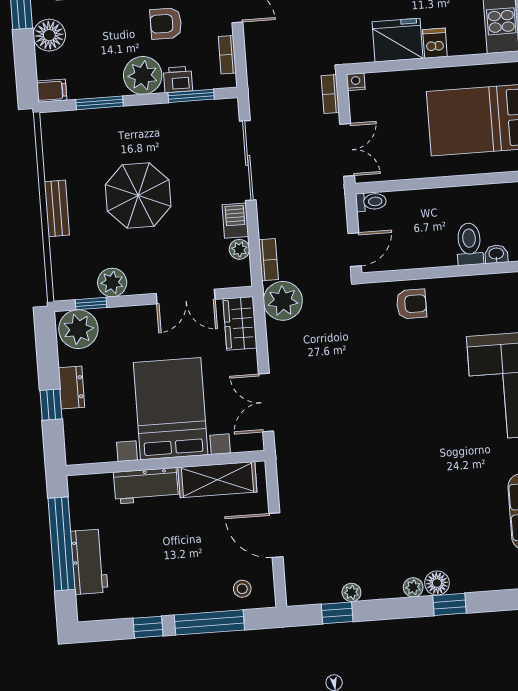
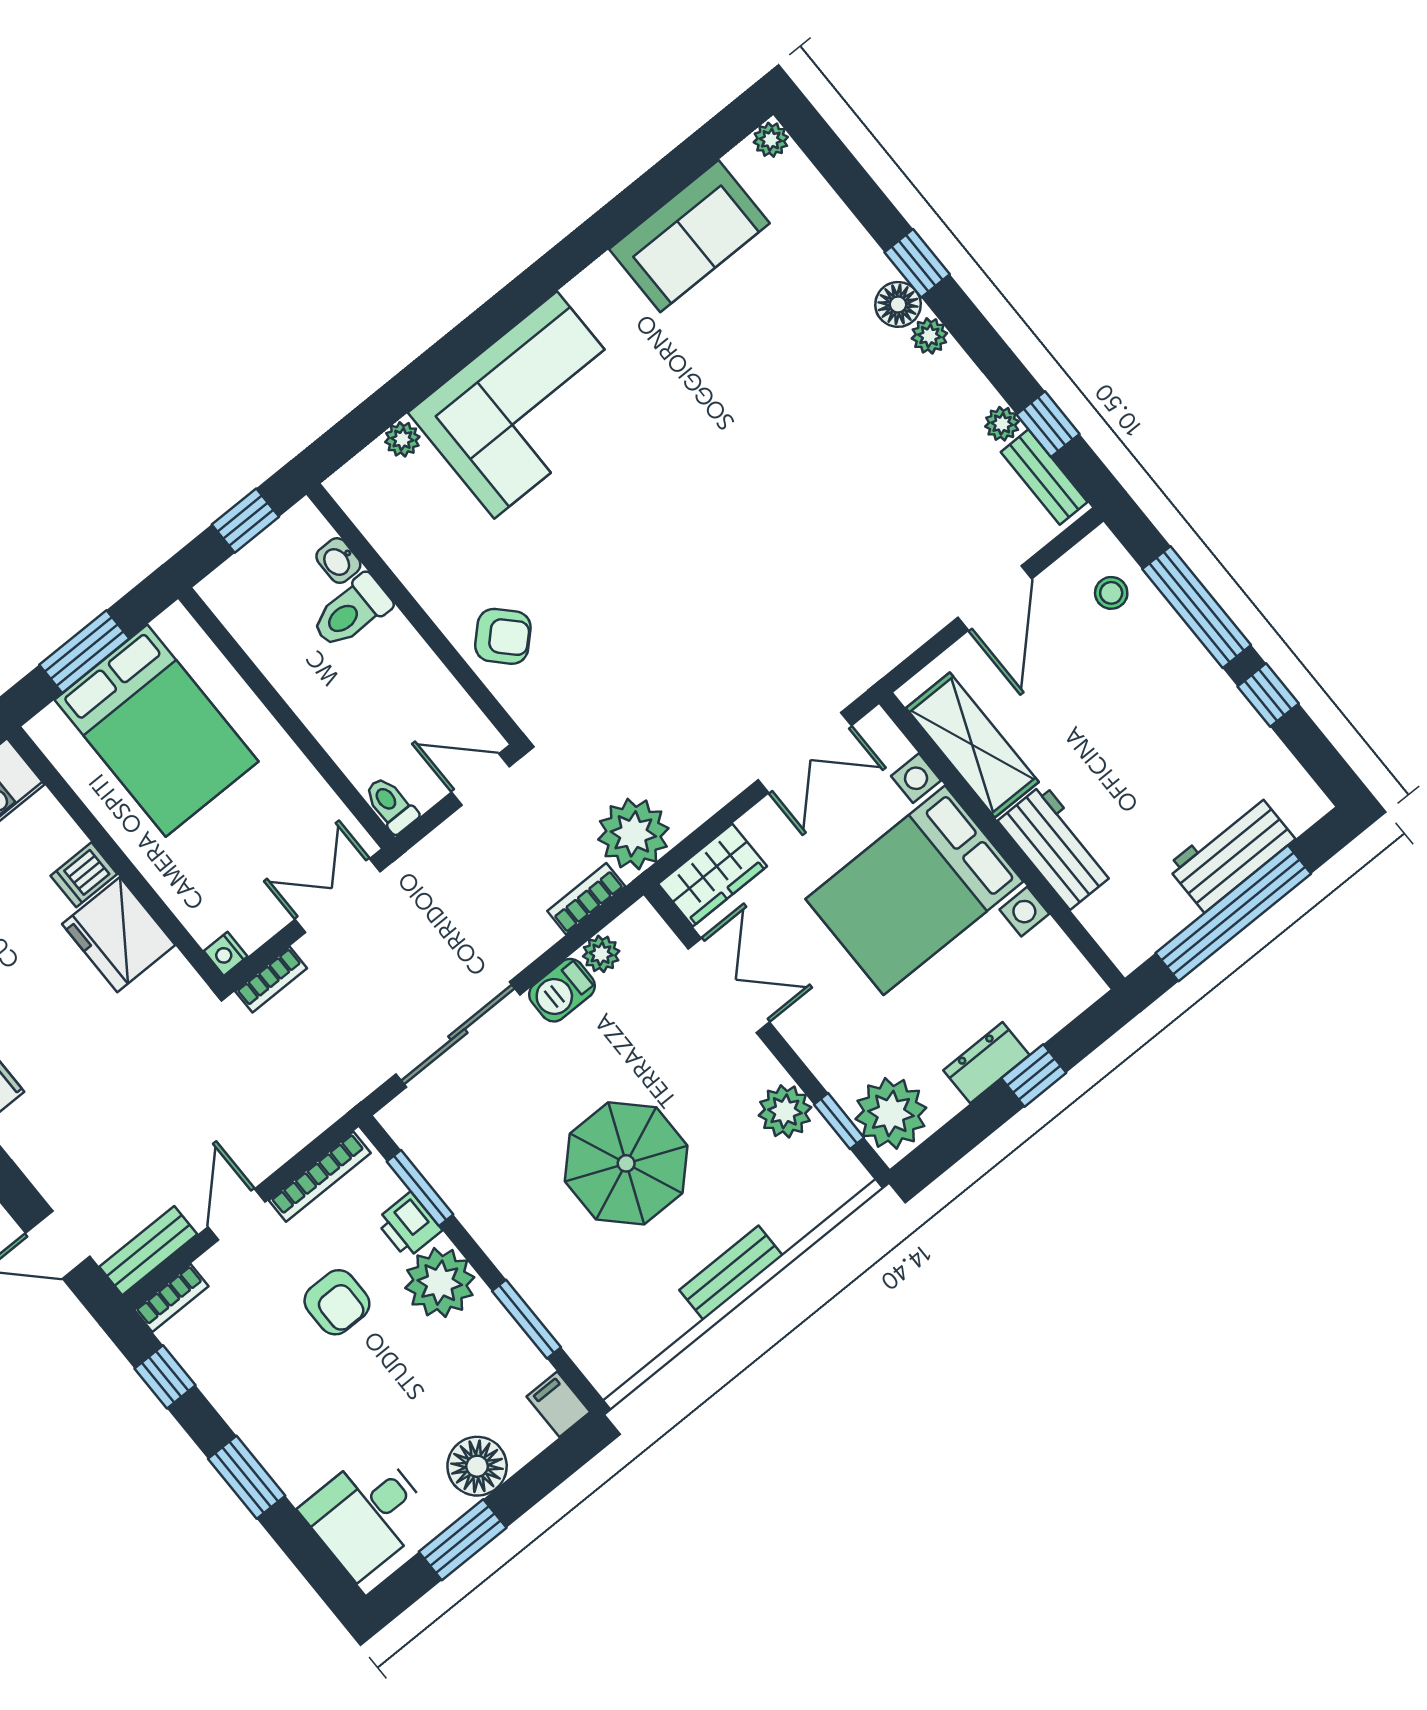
bookcase: (227, 55) -> (320, 1177), width x1.56
armchair: (411, 304) -> (503, 636), turned 136
bench: (315, 595) -> (1044, 477), added

